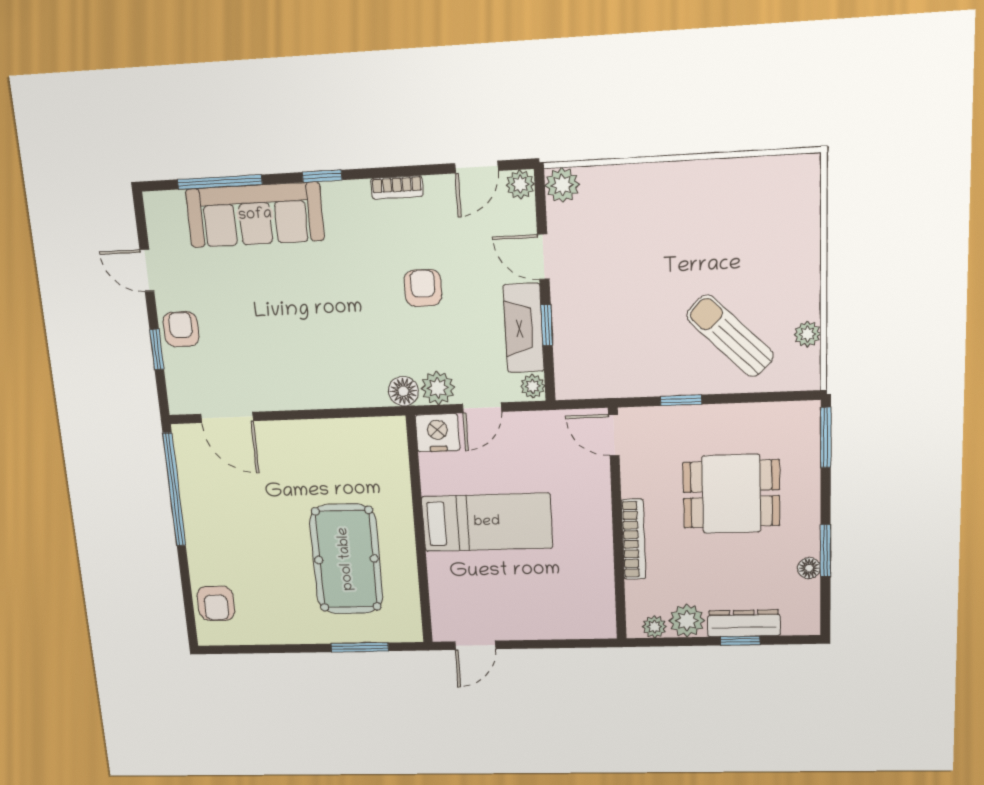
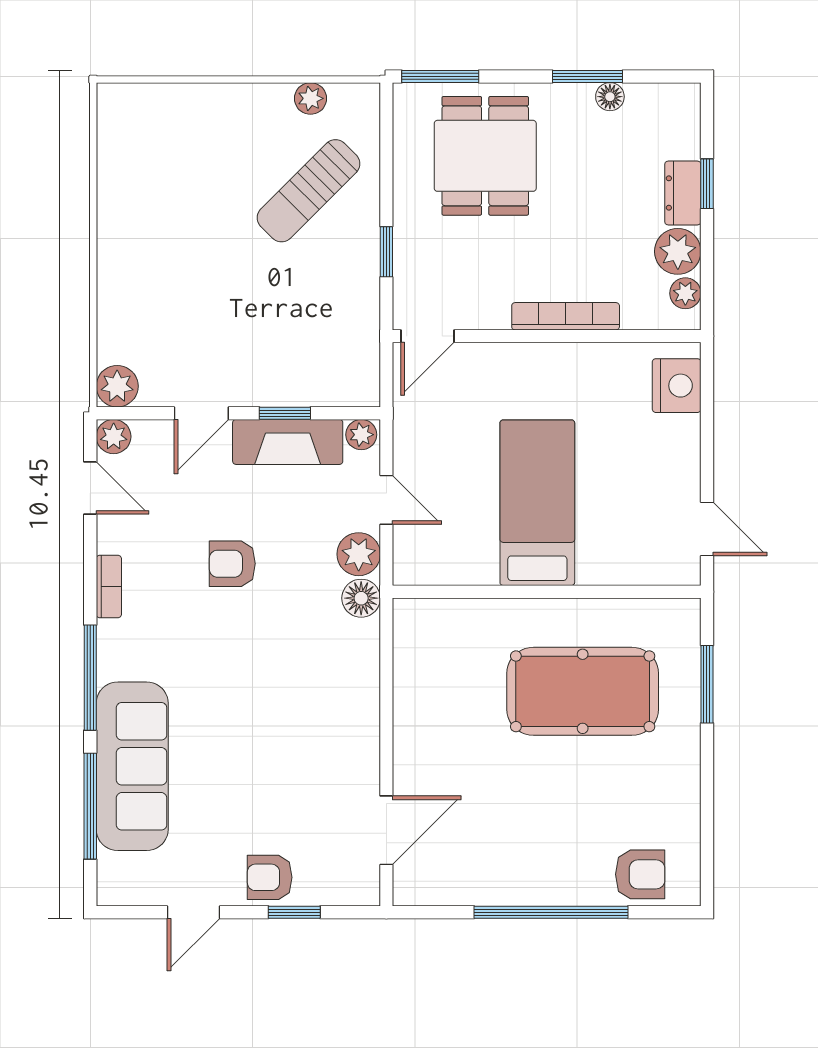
window: (322, 176) -> (90, 678), width x2.17
nightstand: (438, 433) -> (677, 386), moved, turned 180
window: (174, 490) -> (551, 912), moved
dining table: (731, 494) -> (485, 156), moved
dresser: (744, 623) -> (683, 193), width x0.70

